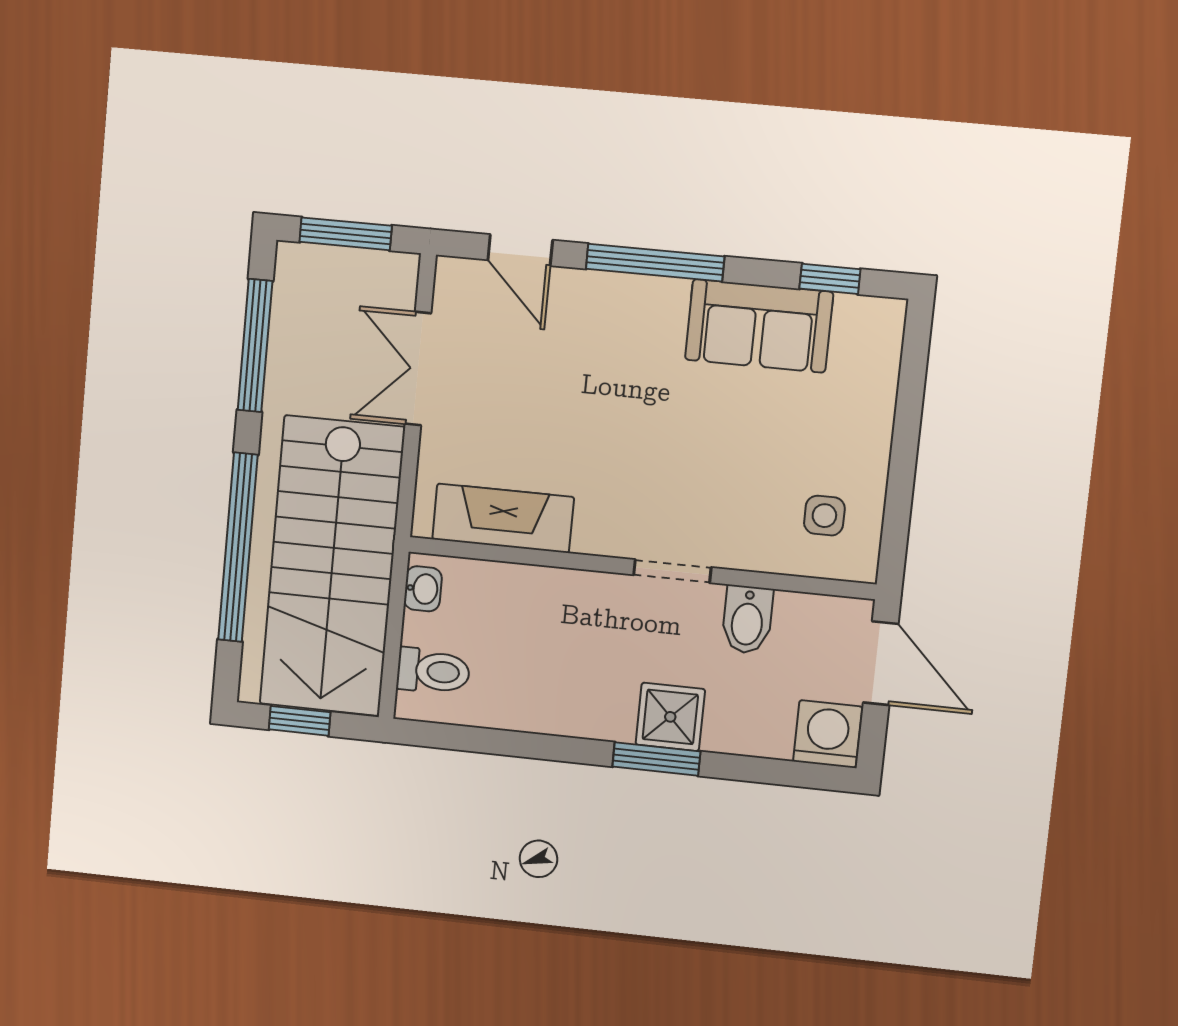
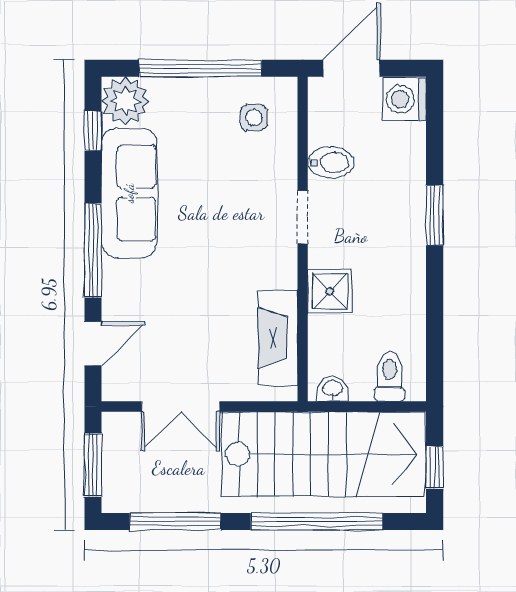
sofa: (759, 326) -> (129, 193), width x1.36
plant: (869, 331) -> (125, 101), added
window: (905, 445) -> (200, 68), added
shower: (670, 717) -> (330, 291), moved

